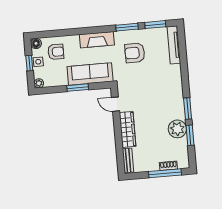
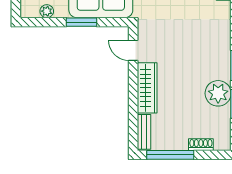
plant: (39, 83) -> (47, 11), moved
window: (165, 173) -> (170, 155), moved

